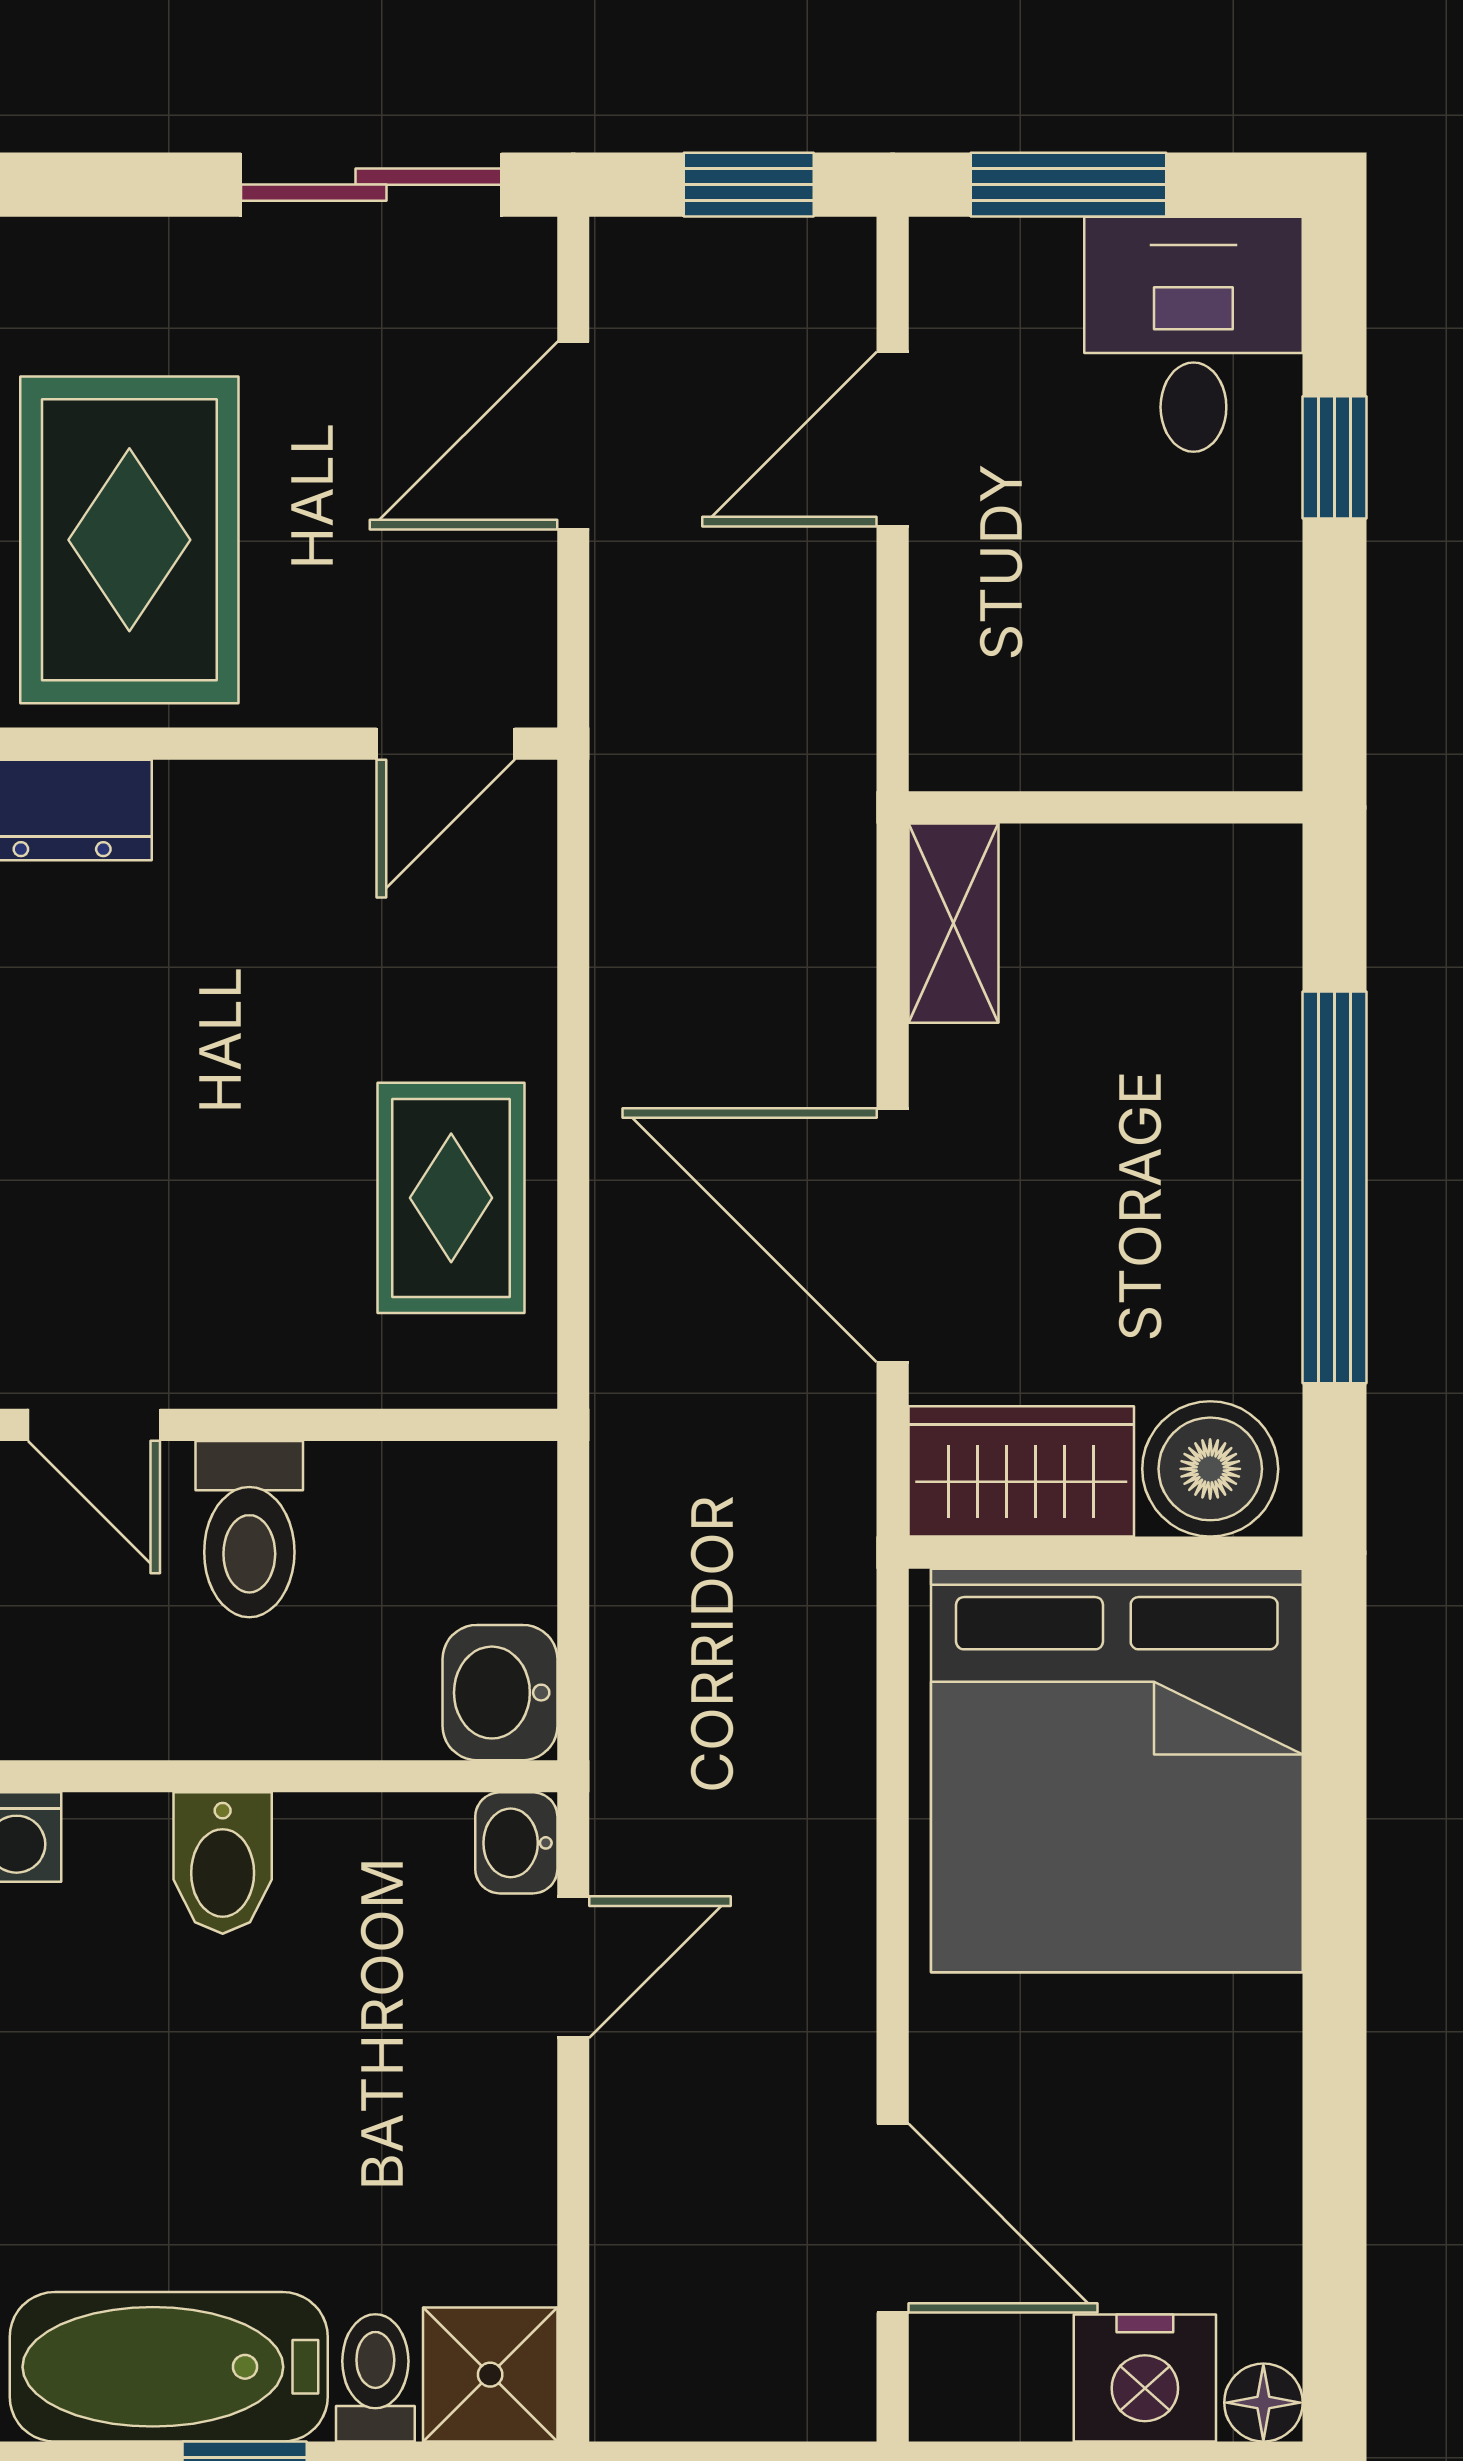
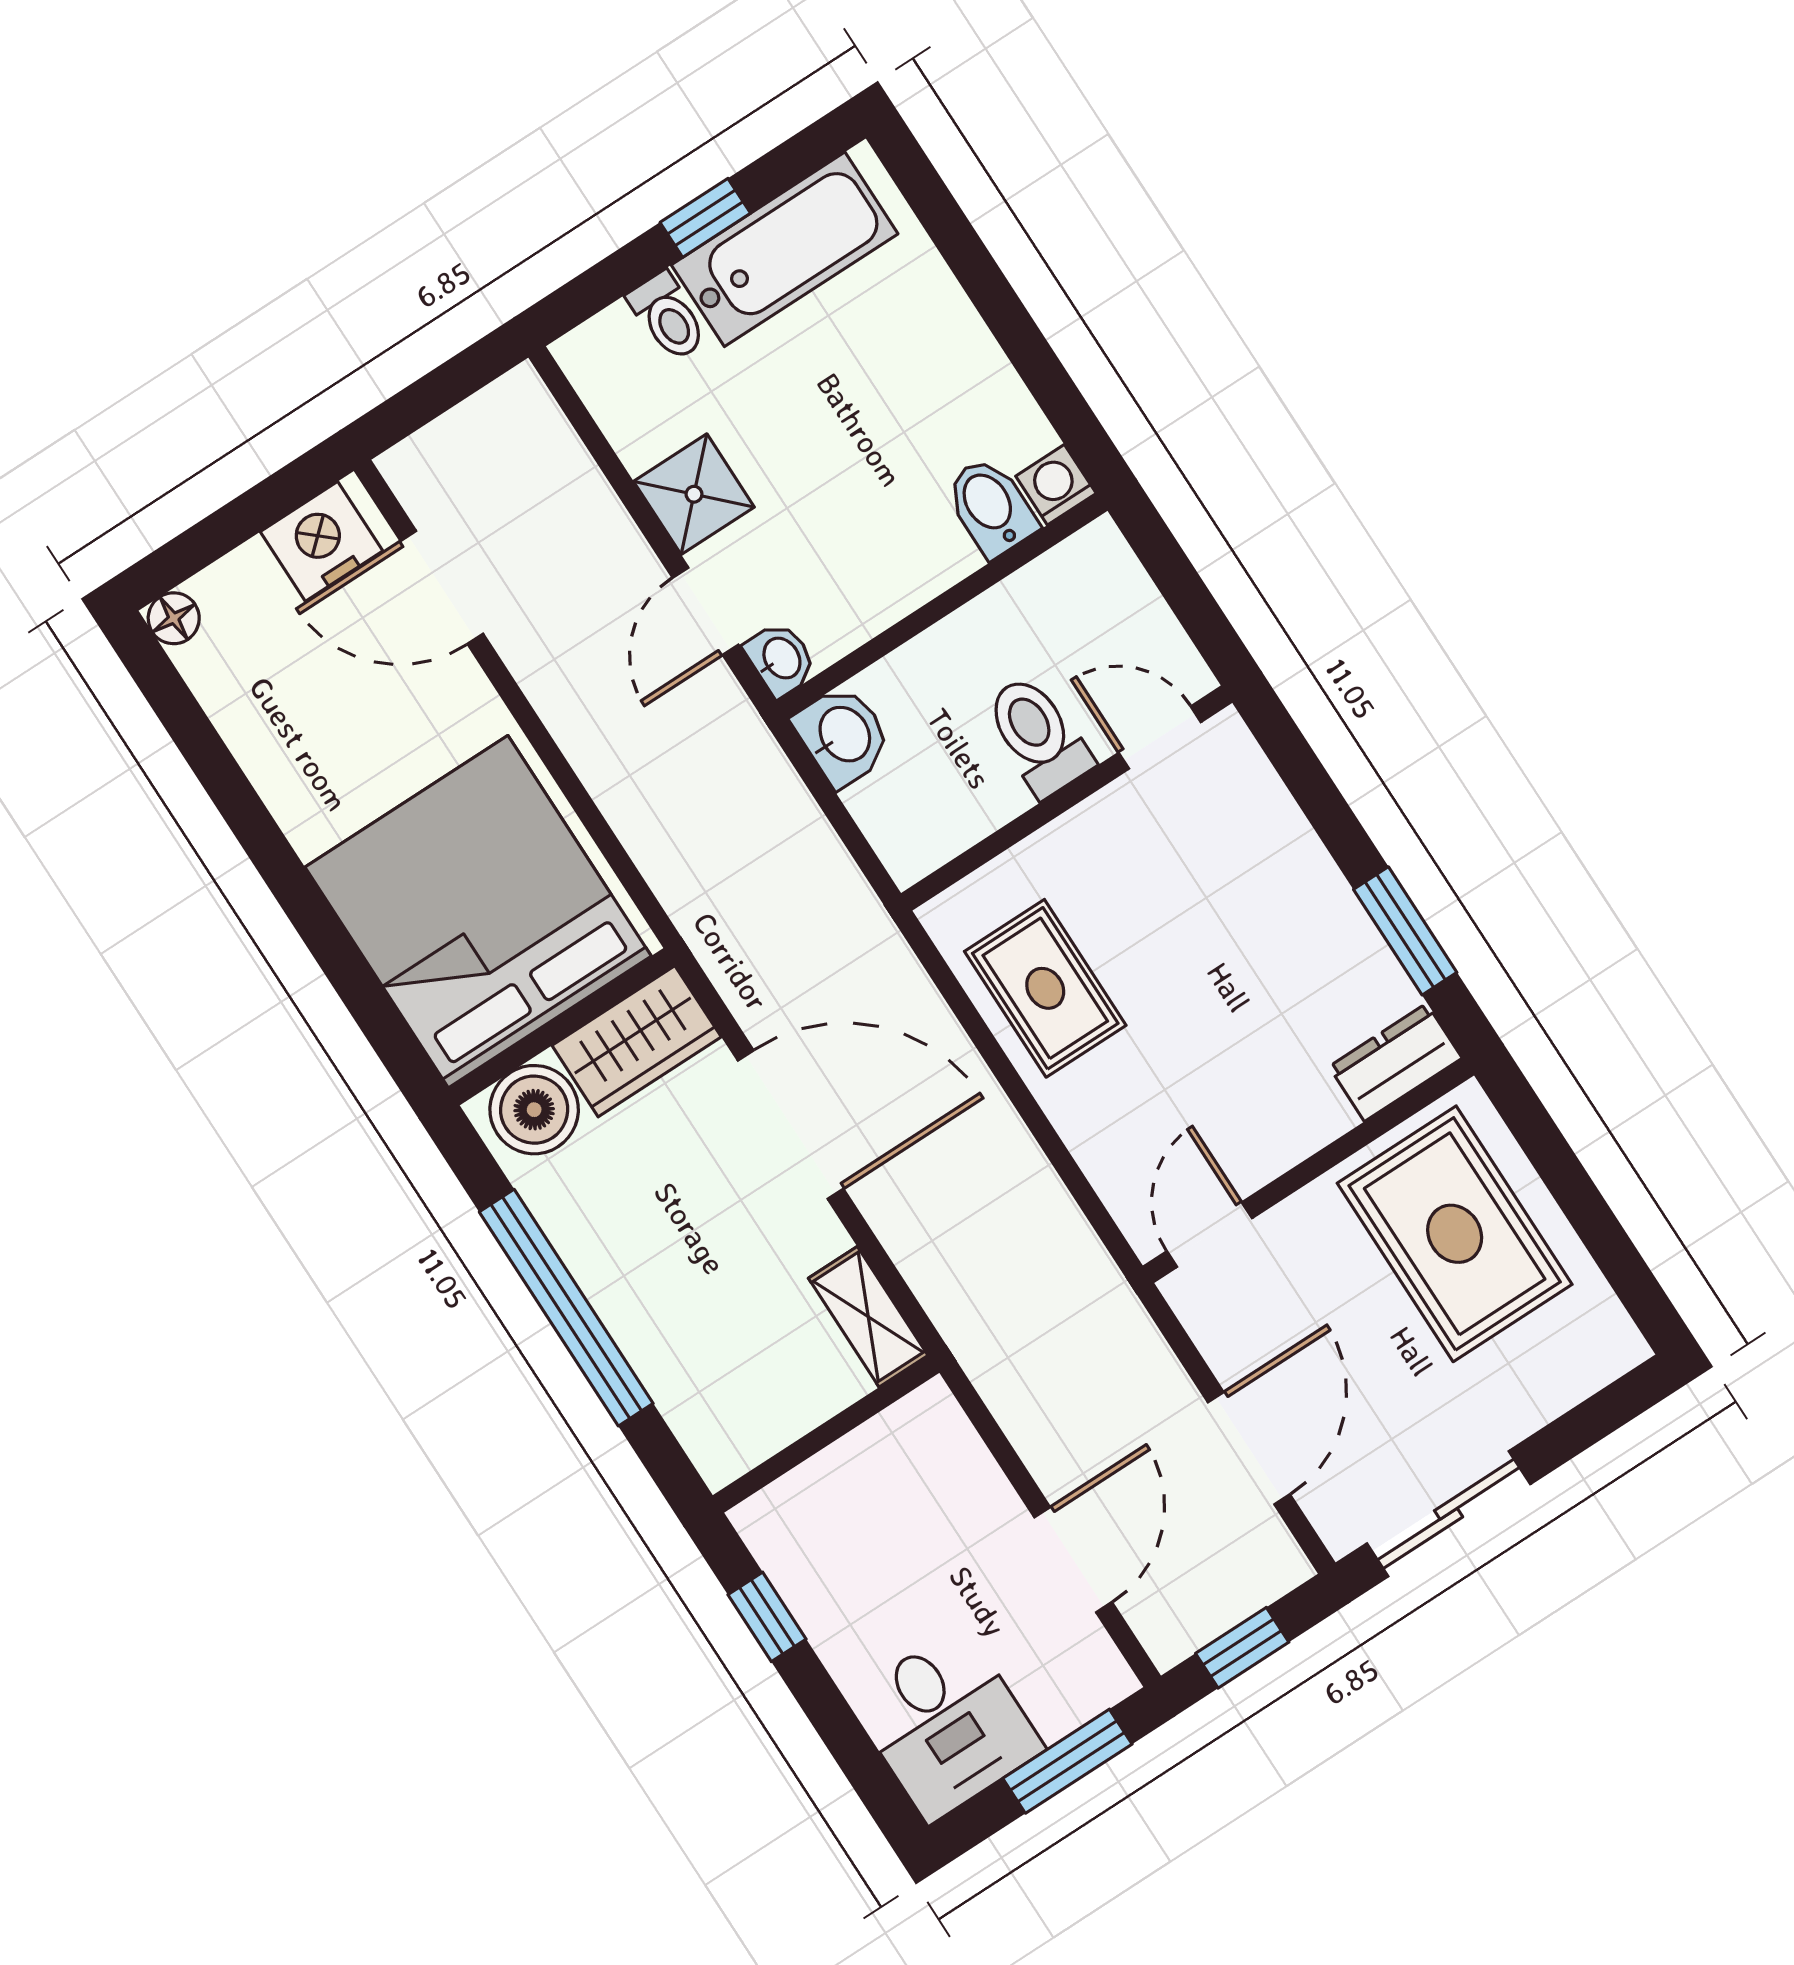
window: (1334, 457) -> (767, 1617), moved
bidet: (223, 1863) -> (991, 507), moved
shower: (490, 2375) -> (694, 494), moved
nightstand: (1145, 2378) -> (321, 541), moved

